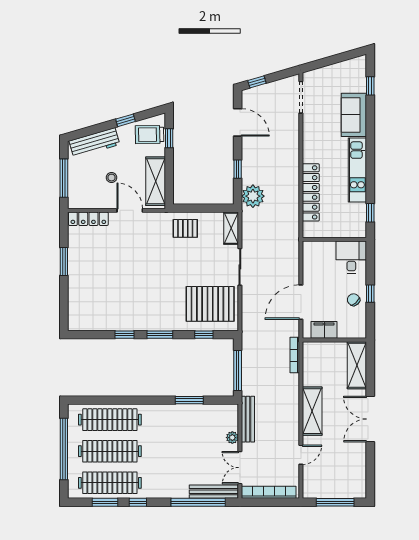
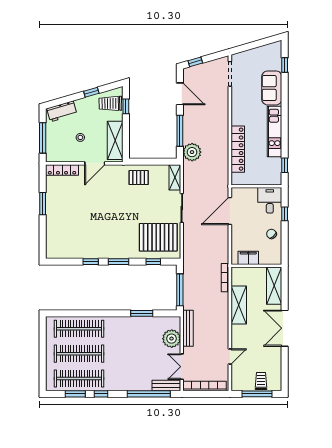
workbench: (94, 143) -> (62, 111), width x0.73
window: (238, 169) -> (180, 131), width x2.17
door: (130, 210) -> (95, 163), swing flipped
window: (370, 294) -> (285, 214), moved
door: (301, 302) -> (230, 211), moved
shelving: (312, 411) -> (239, 305), moved
plant: (232, 438) -> (172, 339), width x1.88, depth x1.88
window: (64, 449) -> (43, 352), removed
trolley: (340, 486) -> (261, 381), added
bench: (214, 492) -> (166, 386), width x0.73

